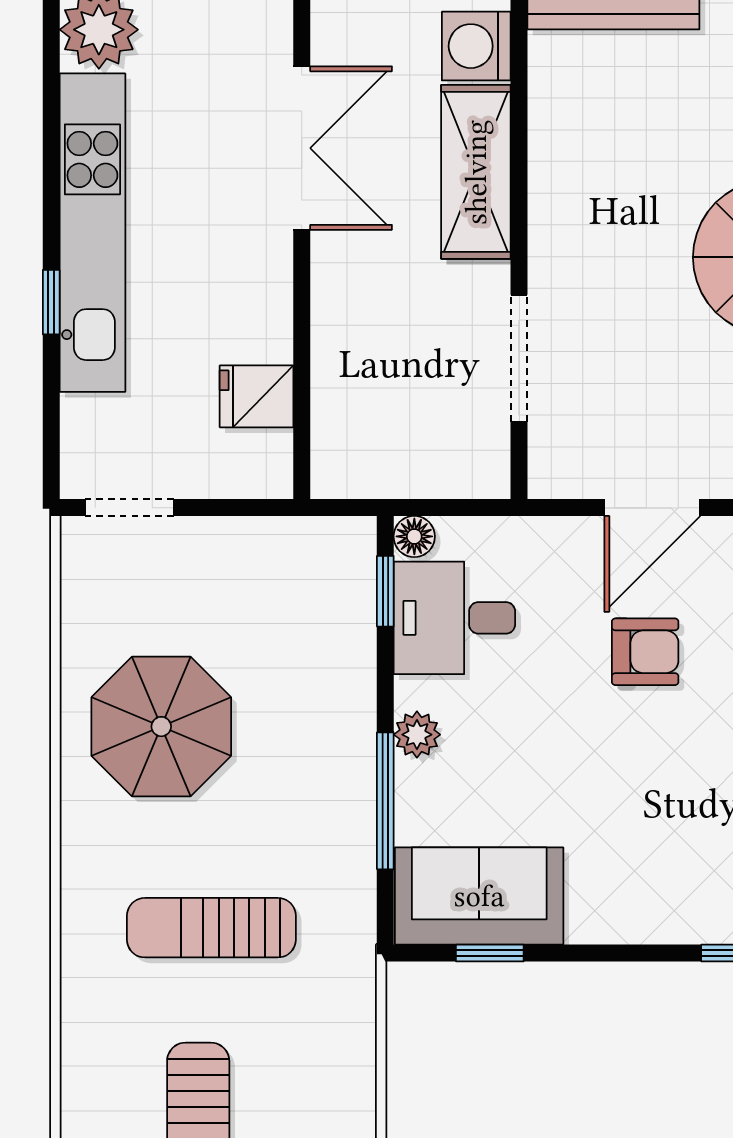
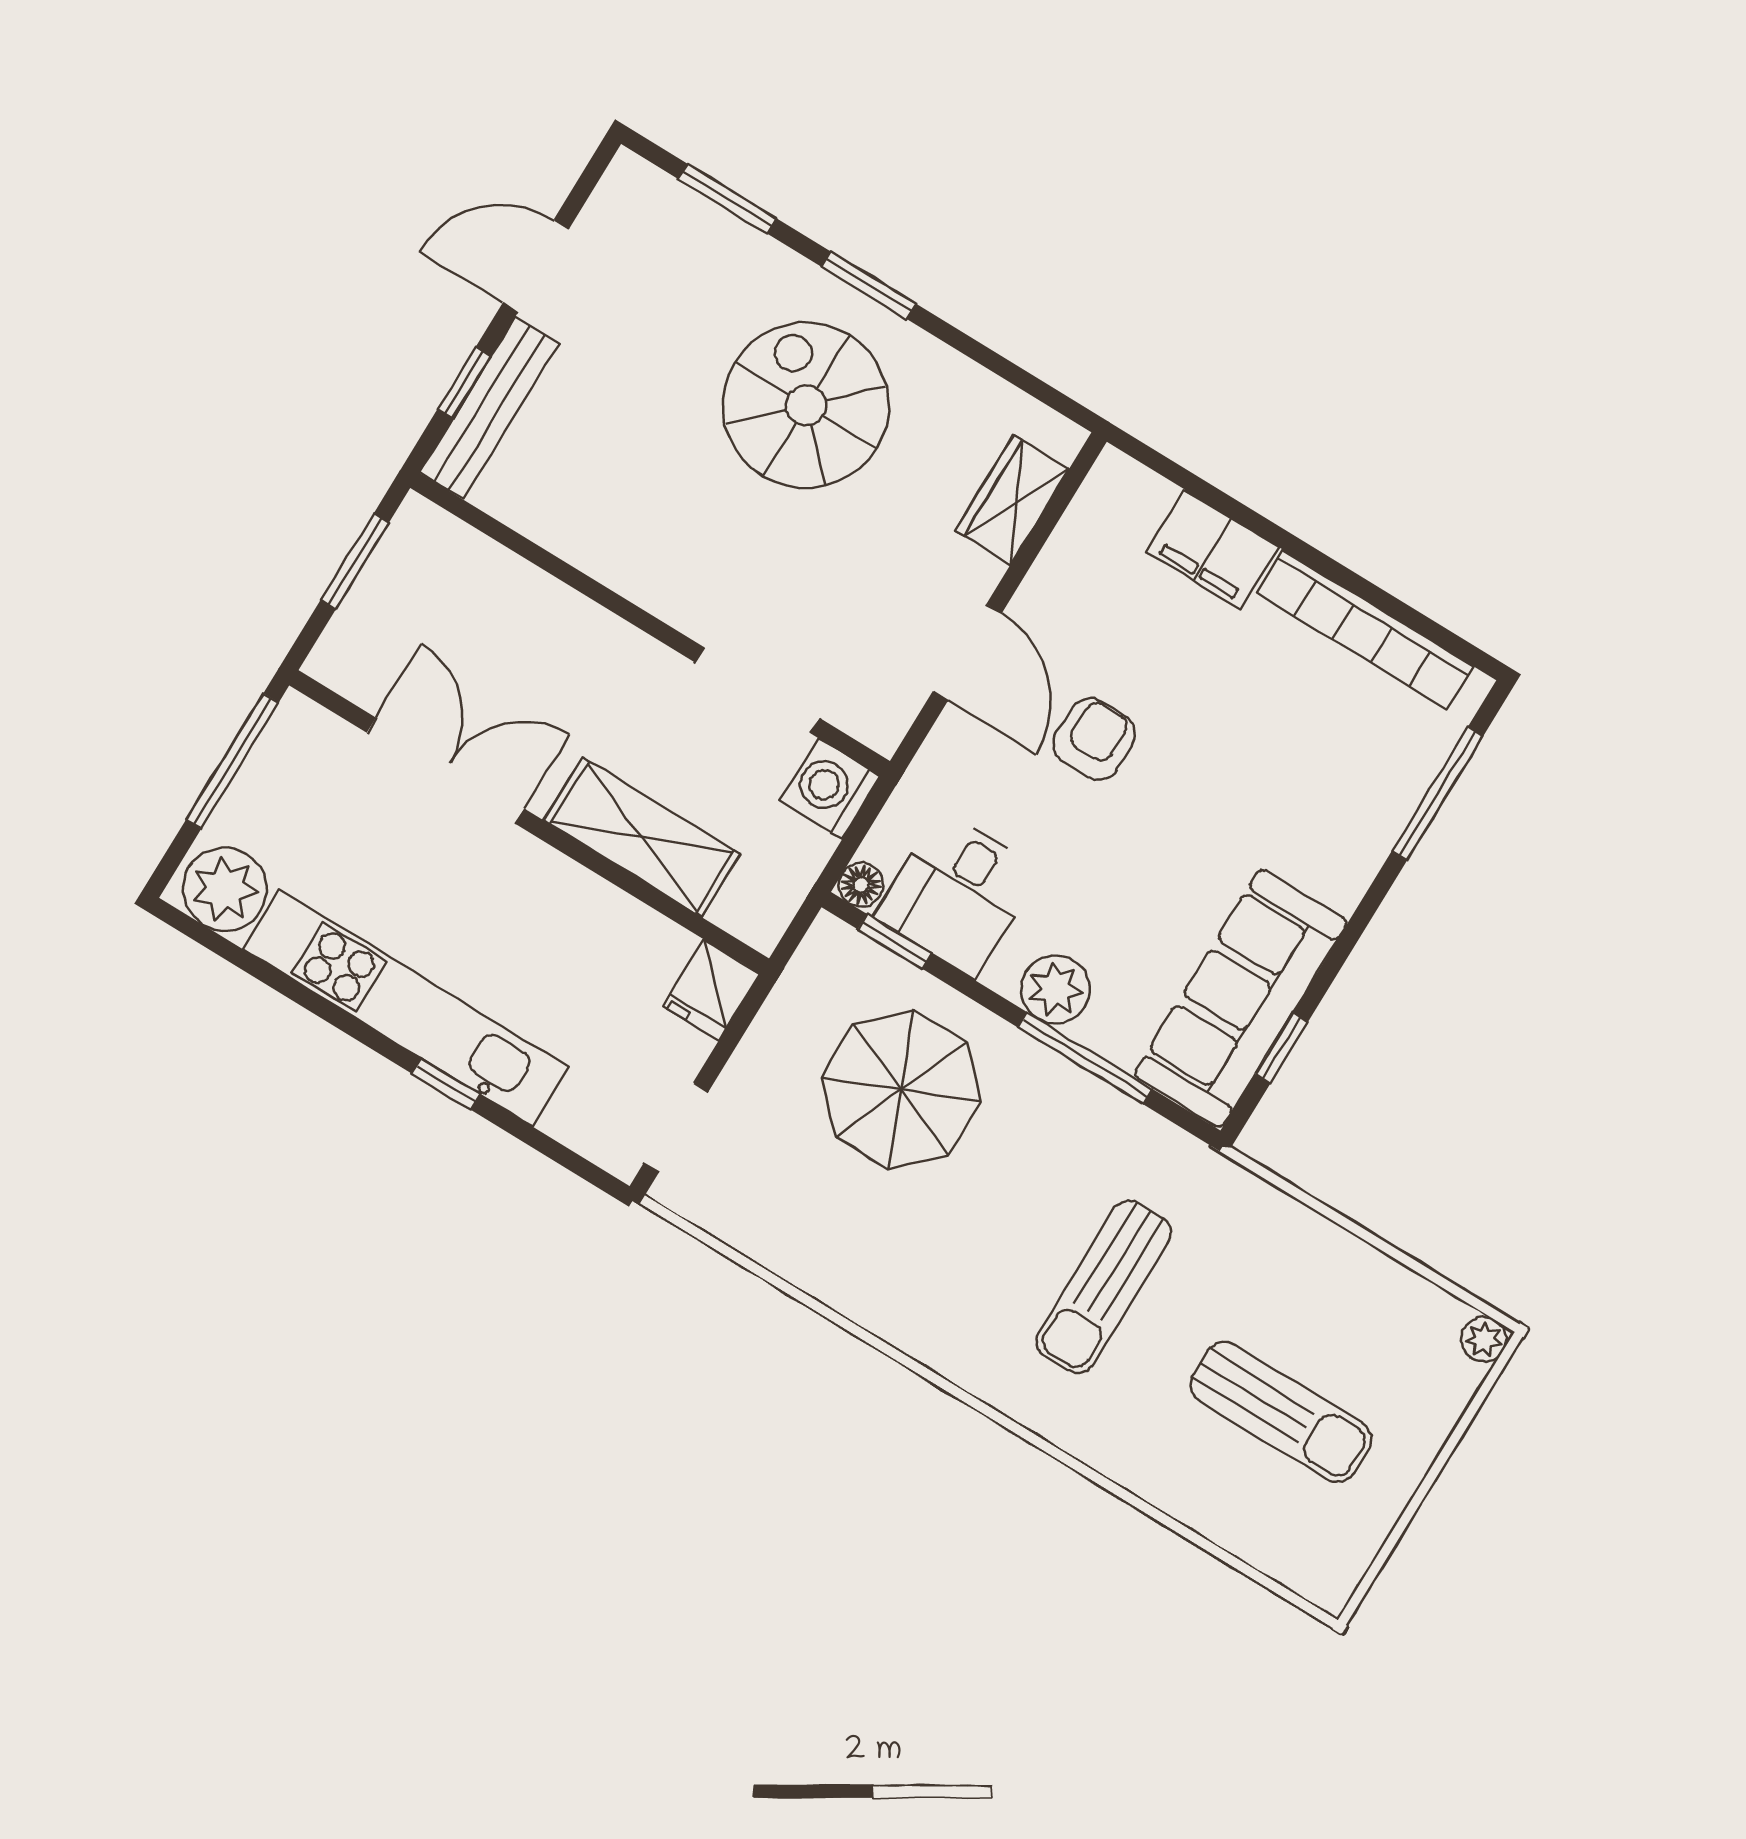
washing machine: (476, 46) -> (830, 788), moved, turned 90
shelving: (476, 172) -> (642, 837), moved
fridge: (257, 396) -> (711, 990), moved
parasol: (161, 727) -> (901, 1090), moved
plant: (417, 735) -> (1055, 989), width x1.38, depth x1.38
sofa: (479, 896) -> (1241, 998), width x1.36

